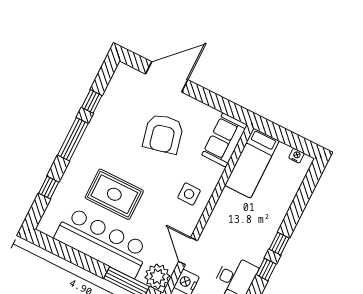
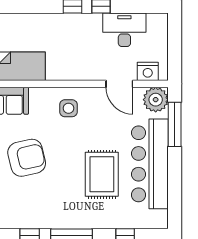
door: (188, 251) -> (119, 84), hinge flipped

